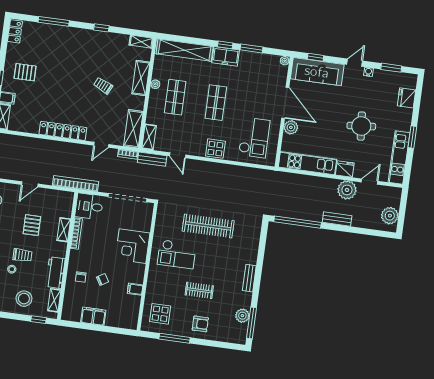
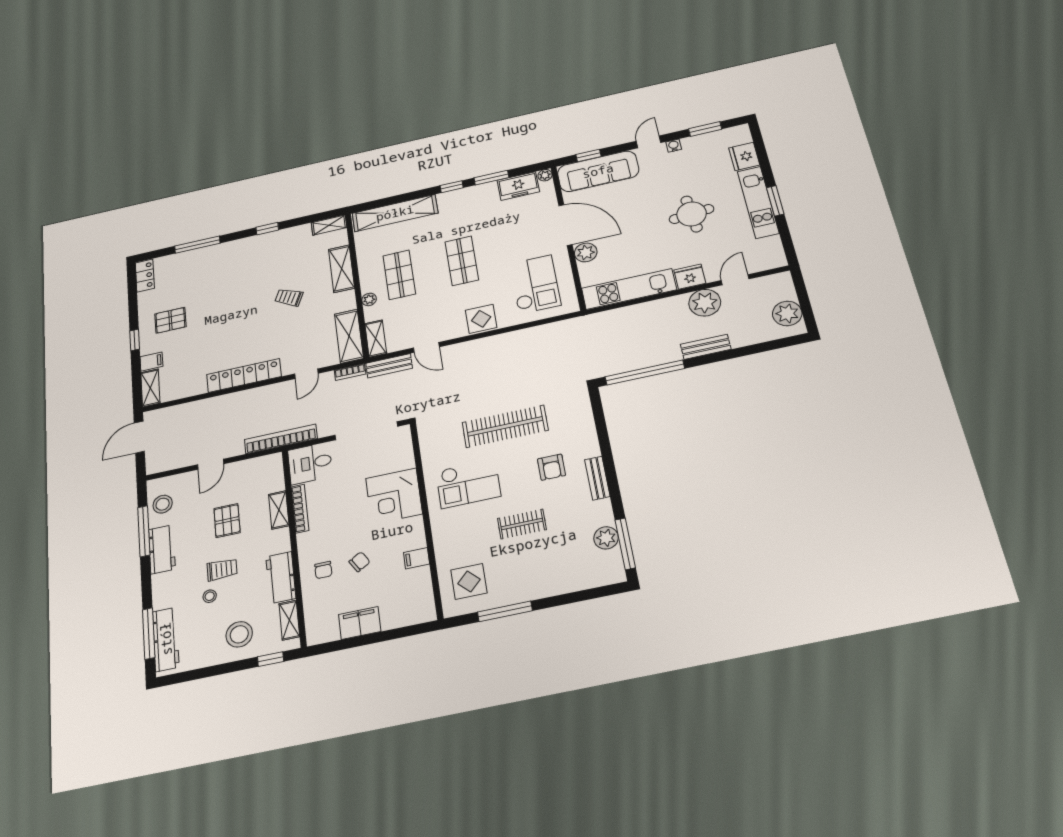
freezer: (226, 56) -> (518, 186), moved
plant: (155, 84) -> (369, 299), moved
kitchen unit: (399, 157) -> (758, 202), moved
armchair: (200, 324) -> (551, 467), moved, turned 90

